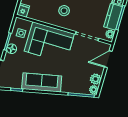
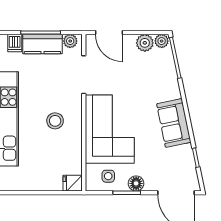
sofa: (42, 82) -> (174, 123), width x0.73

